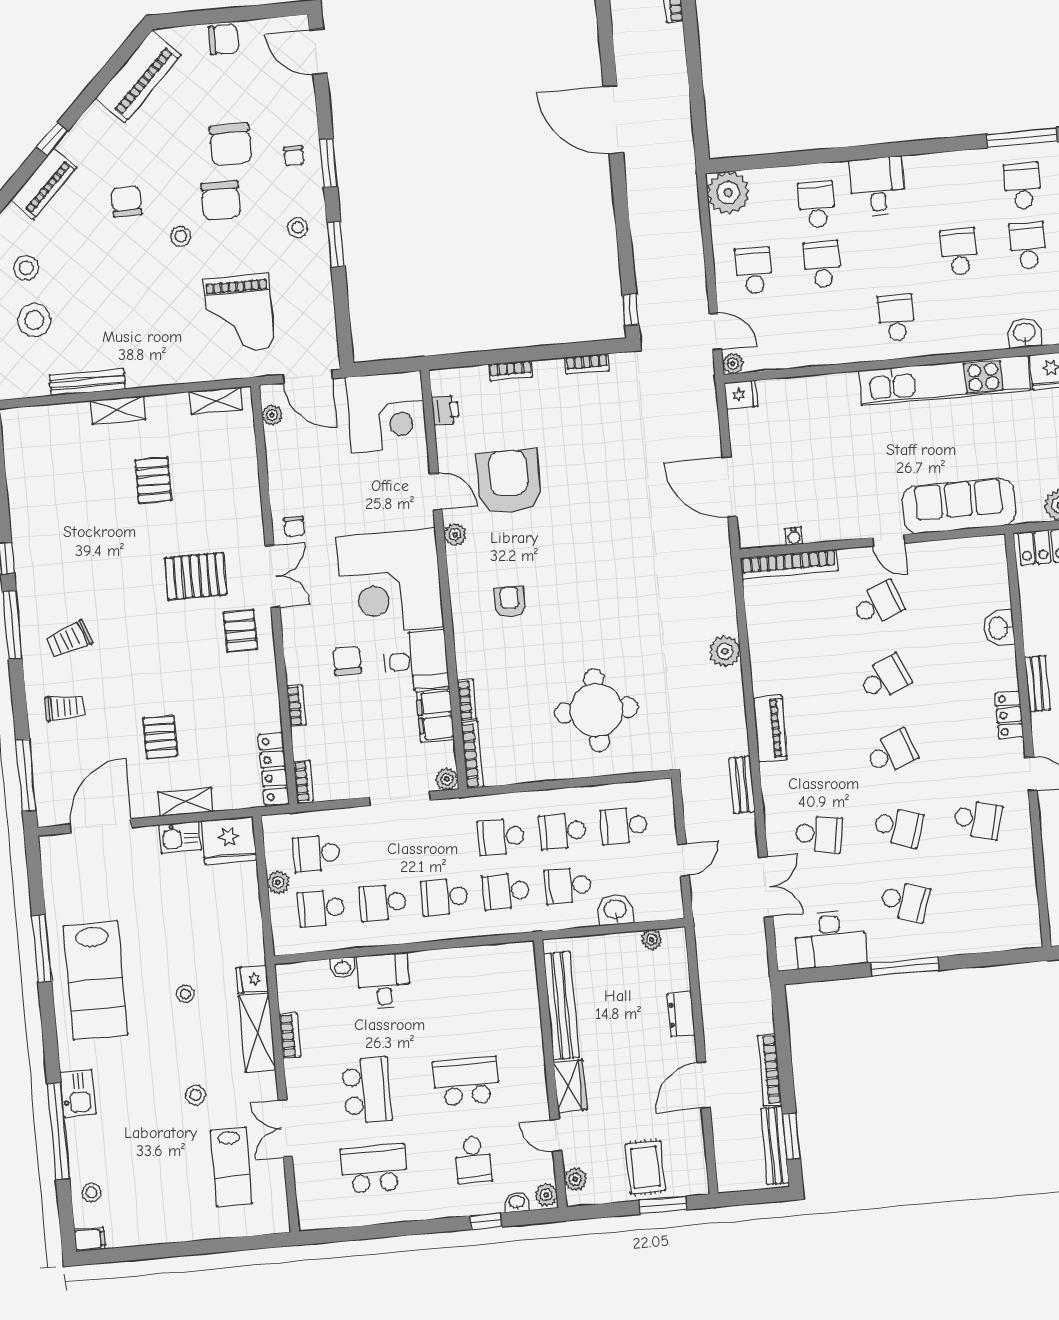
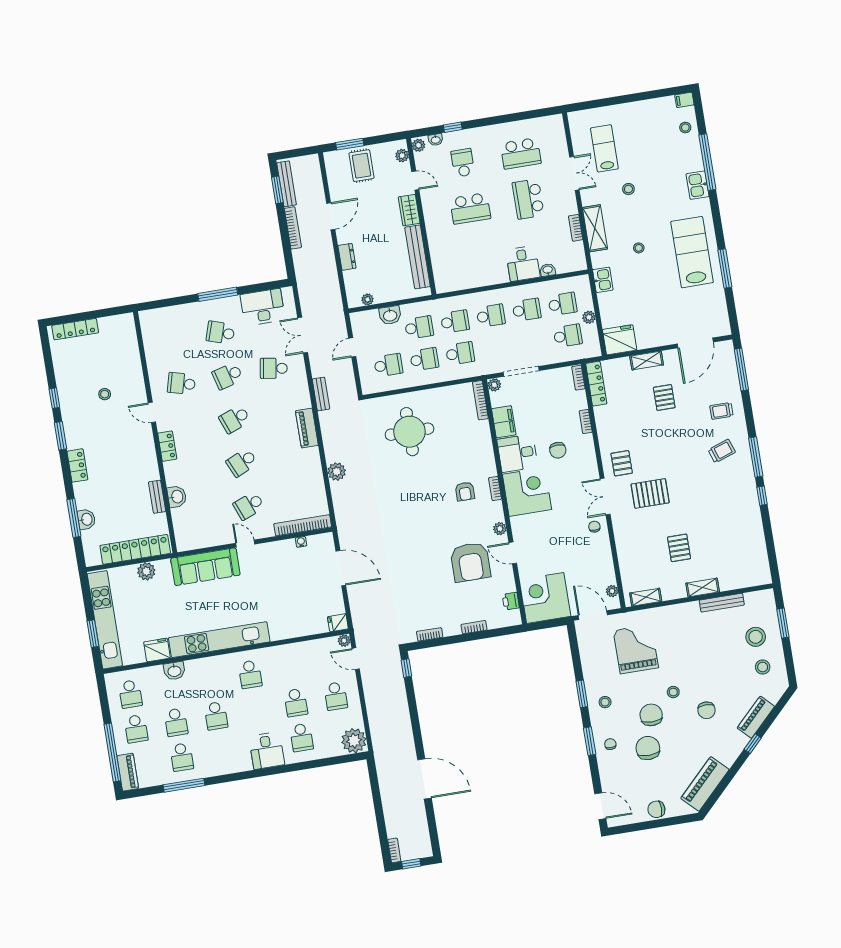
corner desk: (390, 582) -> (527, 492), width x0.74, depth x0.74
bench: (1037, 684) -> (157, 497), moved
bookcase: (467, 700) -> (495, 489), moved
school desk: (898, 827) -> (228, 376), turned -33
kitchen sink: (180, 837) -> (603, 280), moved, turned 90
fridge: (252, 979) -> (600, 259), removed

